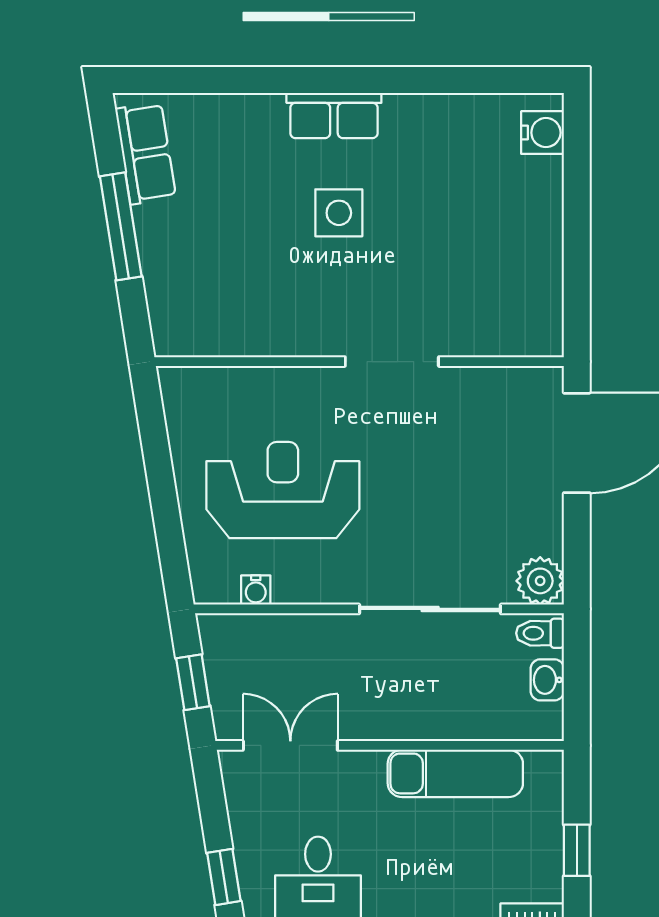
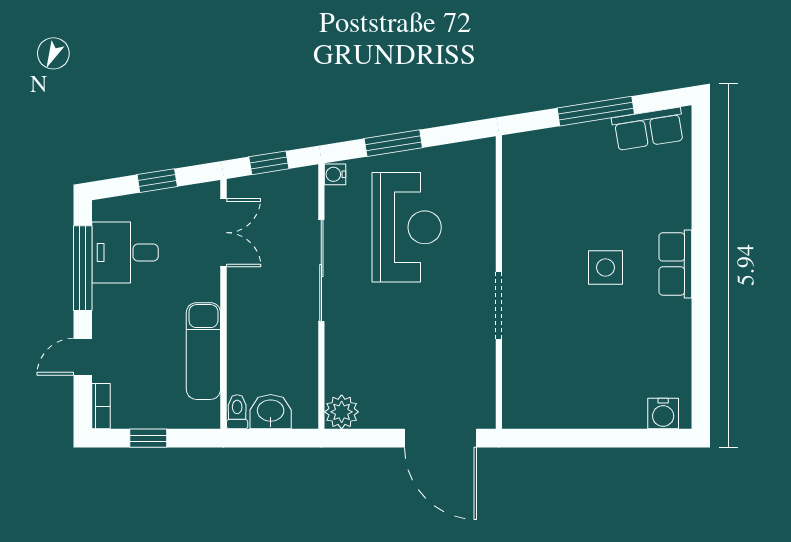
window: (165, 509) -> (393, 143), added
water cooler: (256, 590) -> (335, 174), moved
sliding door: (430, 609) -> (321, 270), moved
toilet: (540, 633) -> (237, 412), moved
washbasin: (547, 680) -> (271, 412), width x1.38, depth x1.45
window: (224, 877) -> (157, 181), moved

